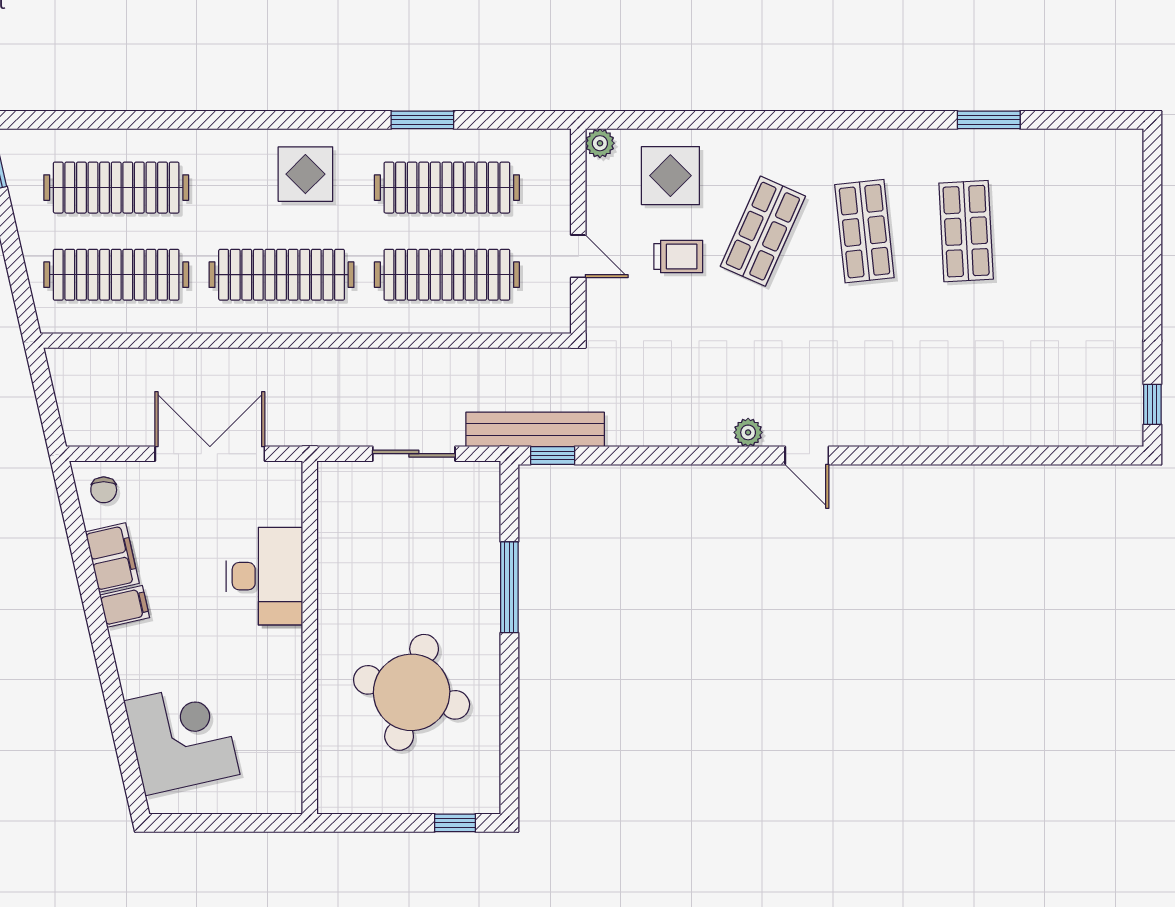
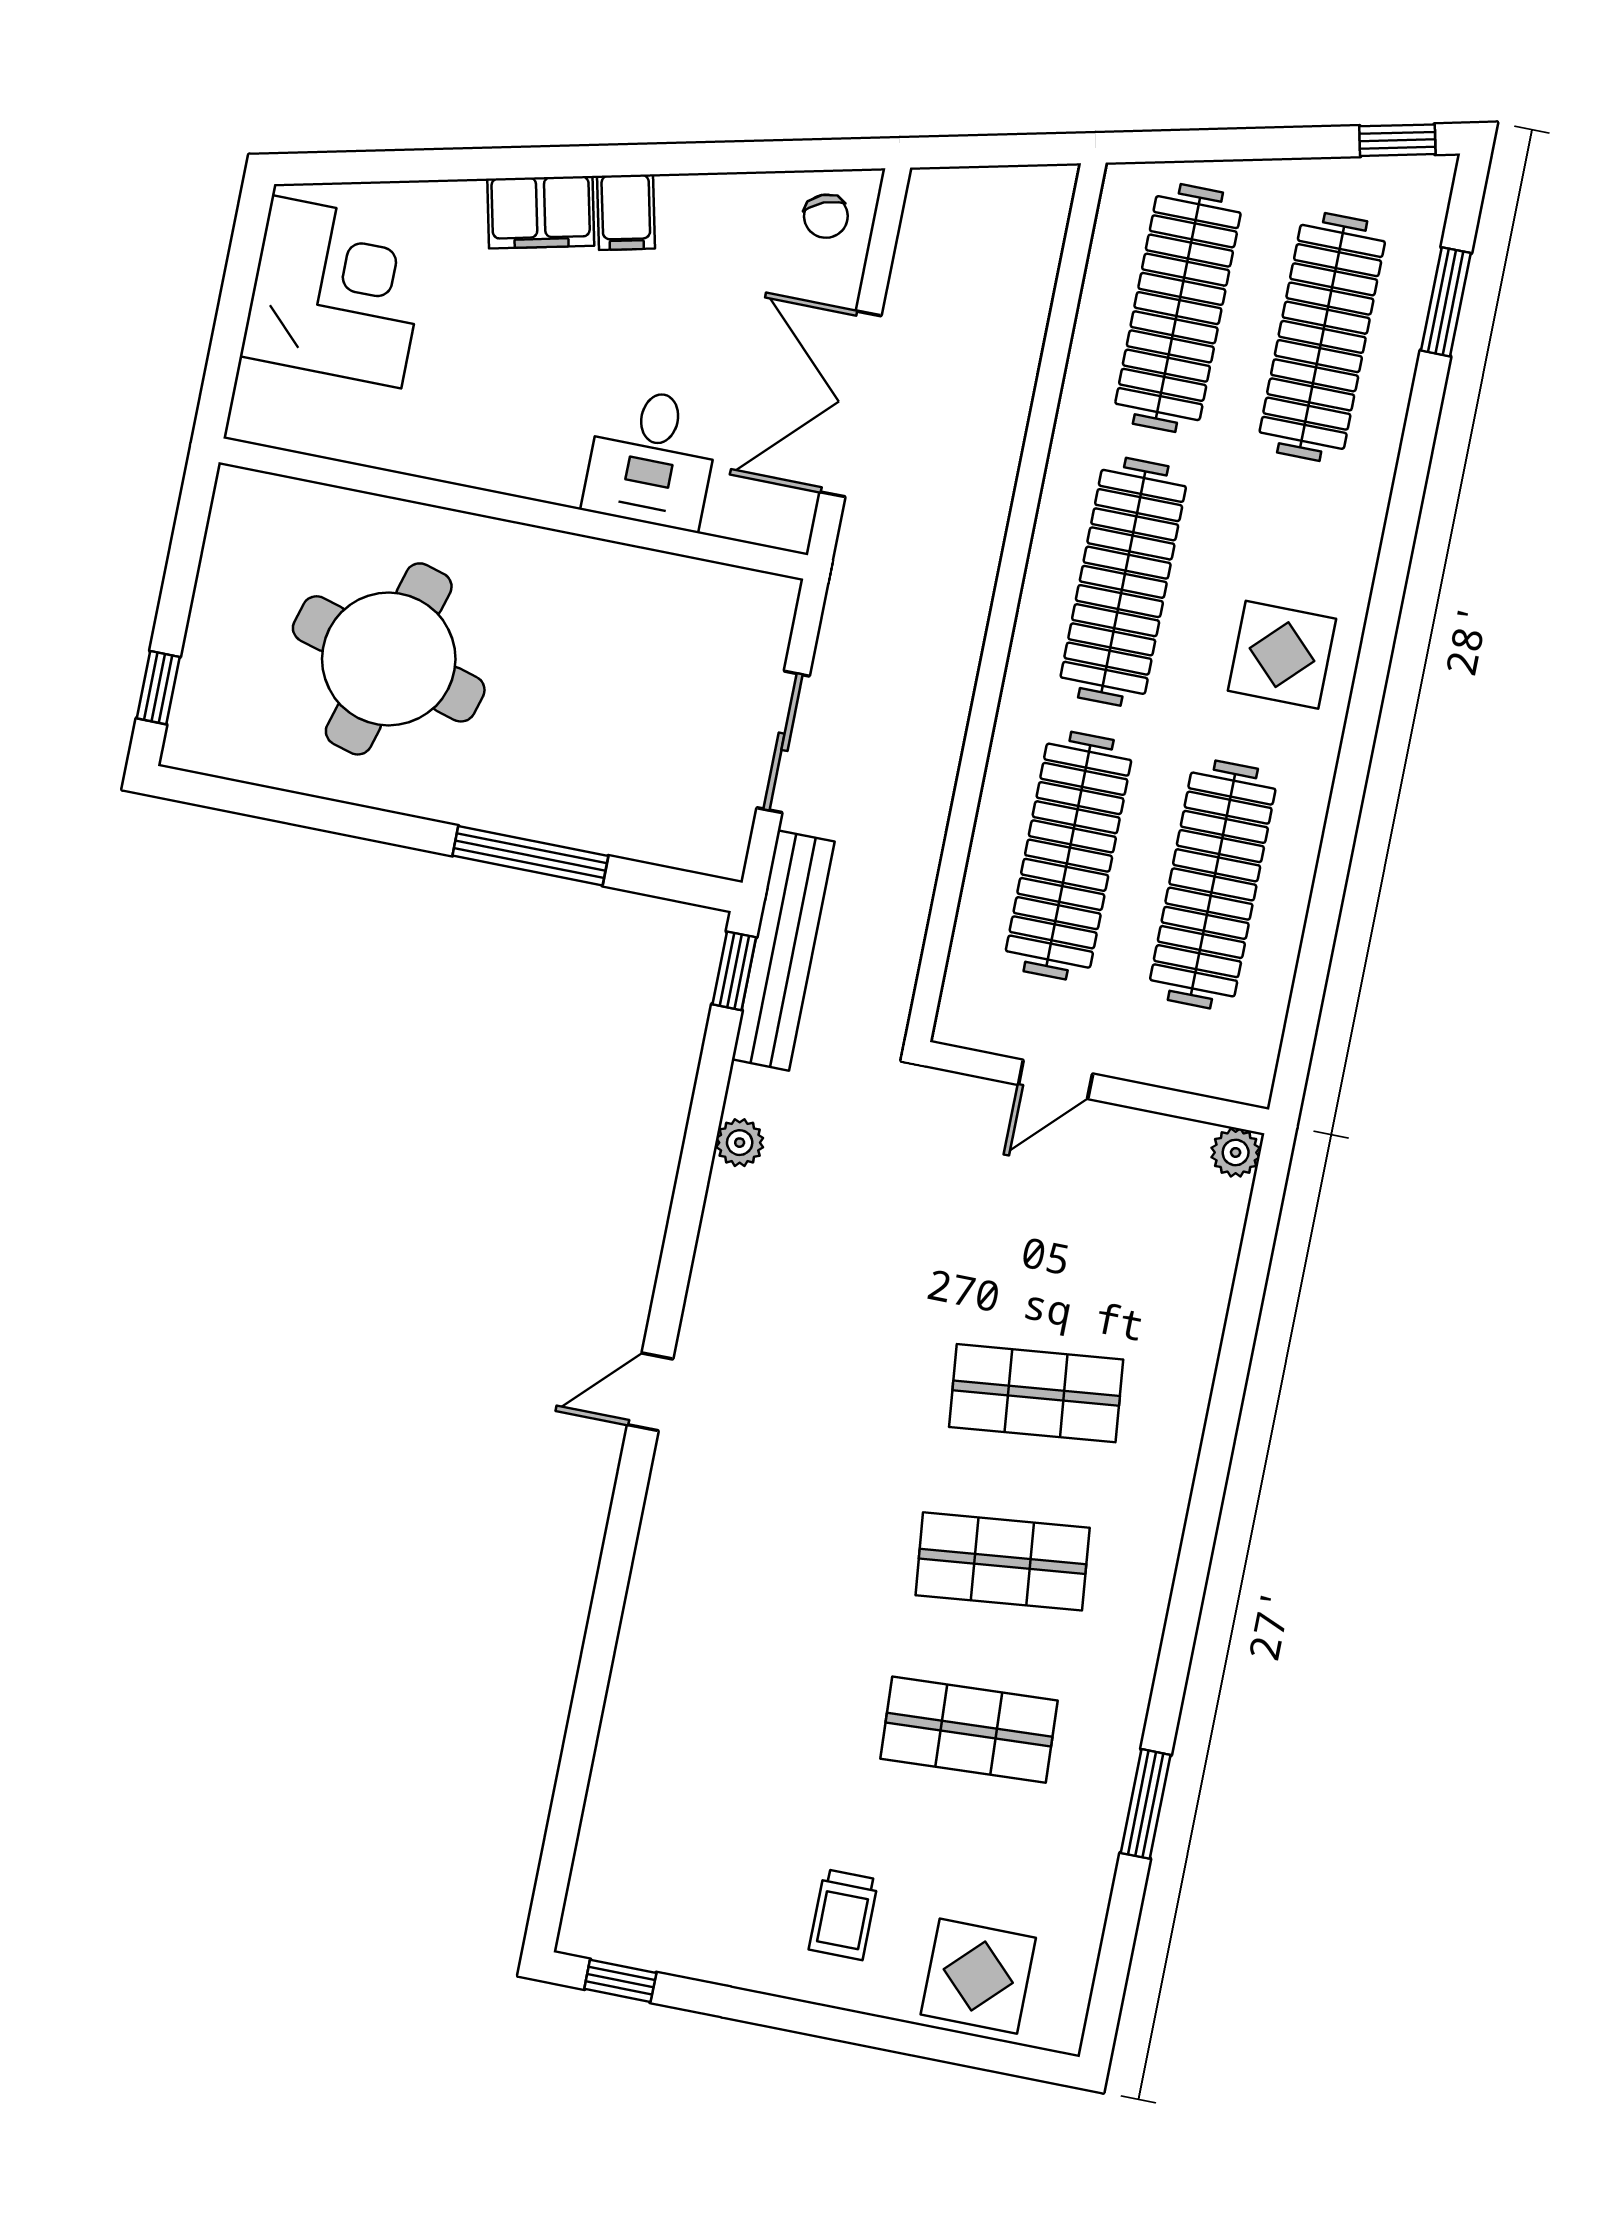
window: (422, 120) -> (1446, 302), moved
display table: (670, 176) -> (978, 1976), moved
shop shelf: (763, 231) -> (1036, 1393), turned -30
trolley: (678, 256) -> (844, 1915), moved
plant: (748, 432) -> (740, 1143), moved
double door: (210, 454) -> (851, 404), swing flipped
chair: (104, 490) -> (826, 216), turned -112
filing cabinet: (112, 558) -> (541, 212), moved
desk: (264, 576) -> (652, 458), width x0.73
corner desk: (182, 738) -> (336, 292), moved, turned -77

